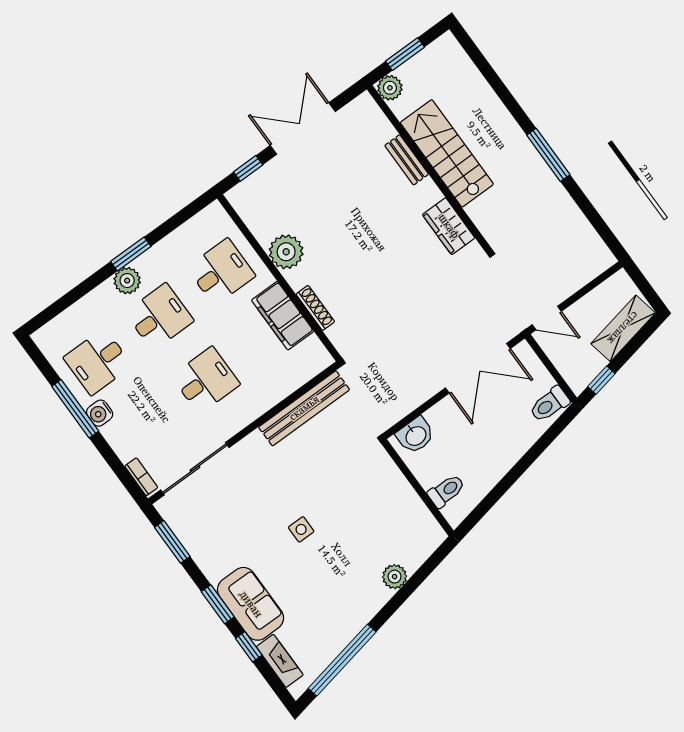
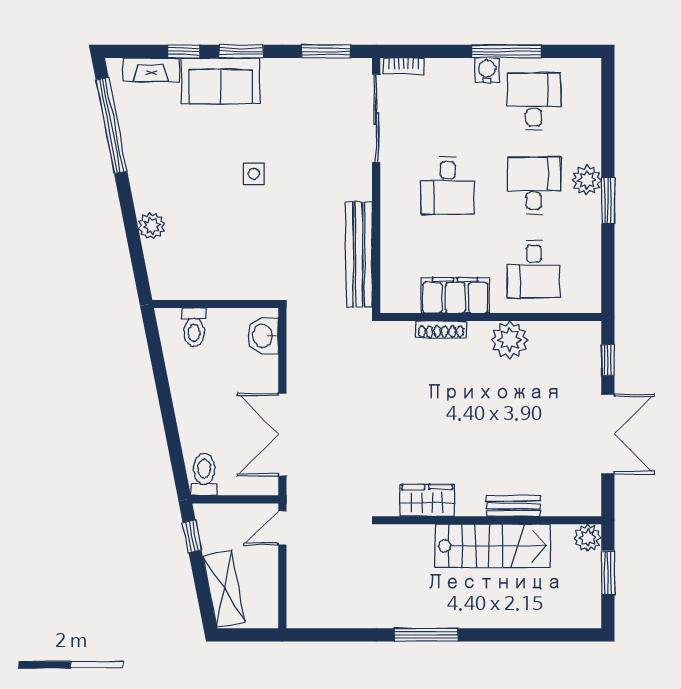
desk: (159, 317) -> (534, 186), turned 180

